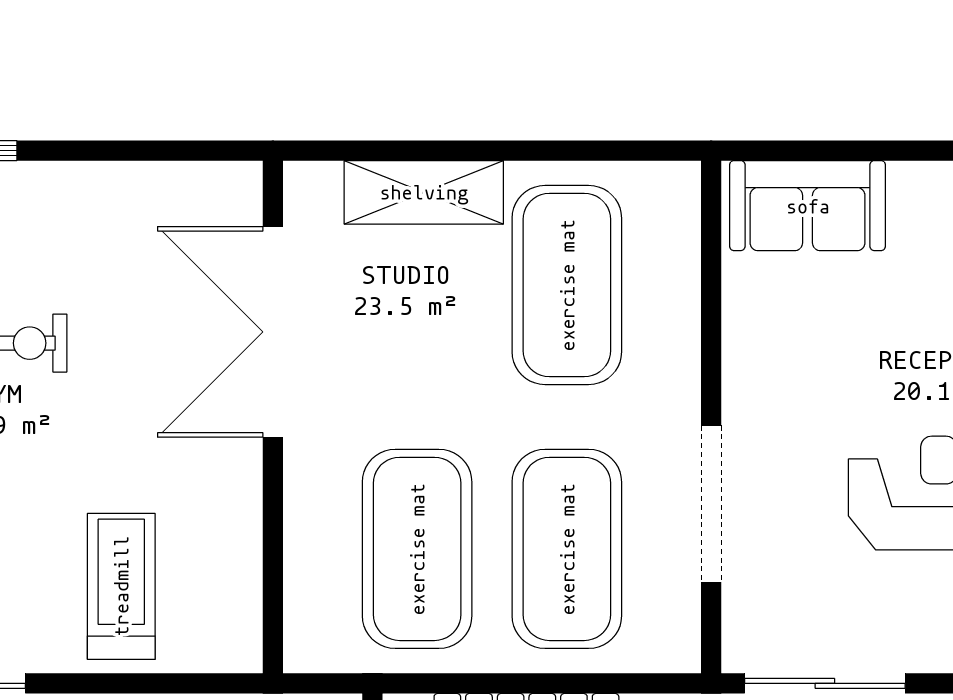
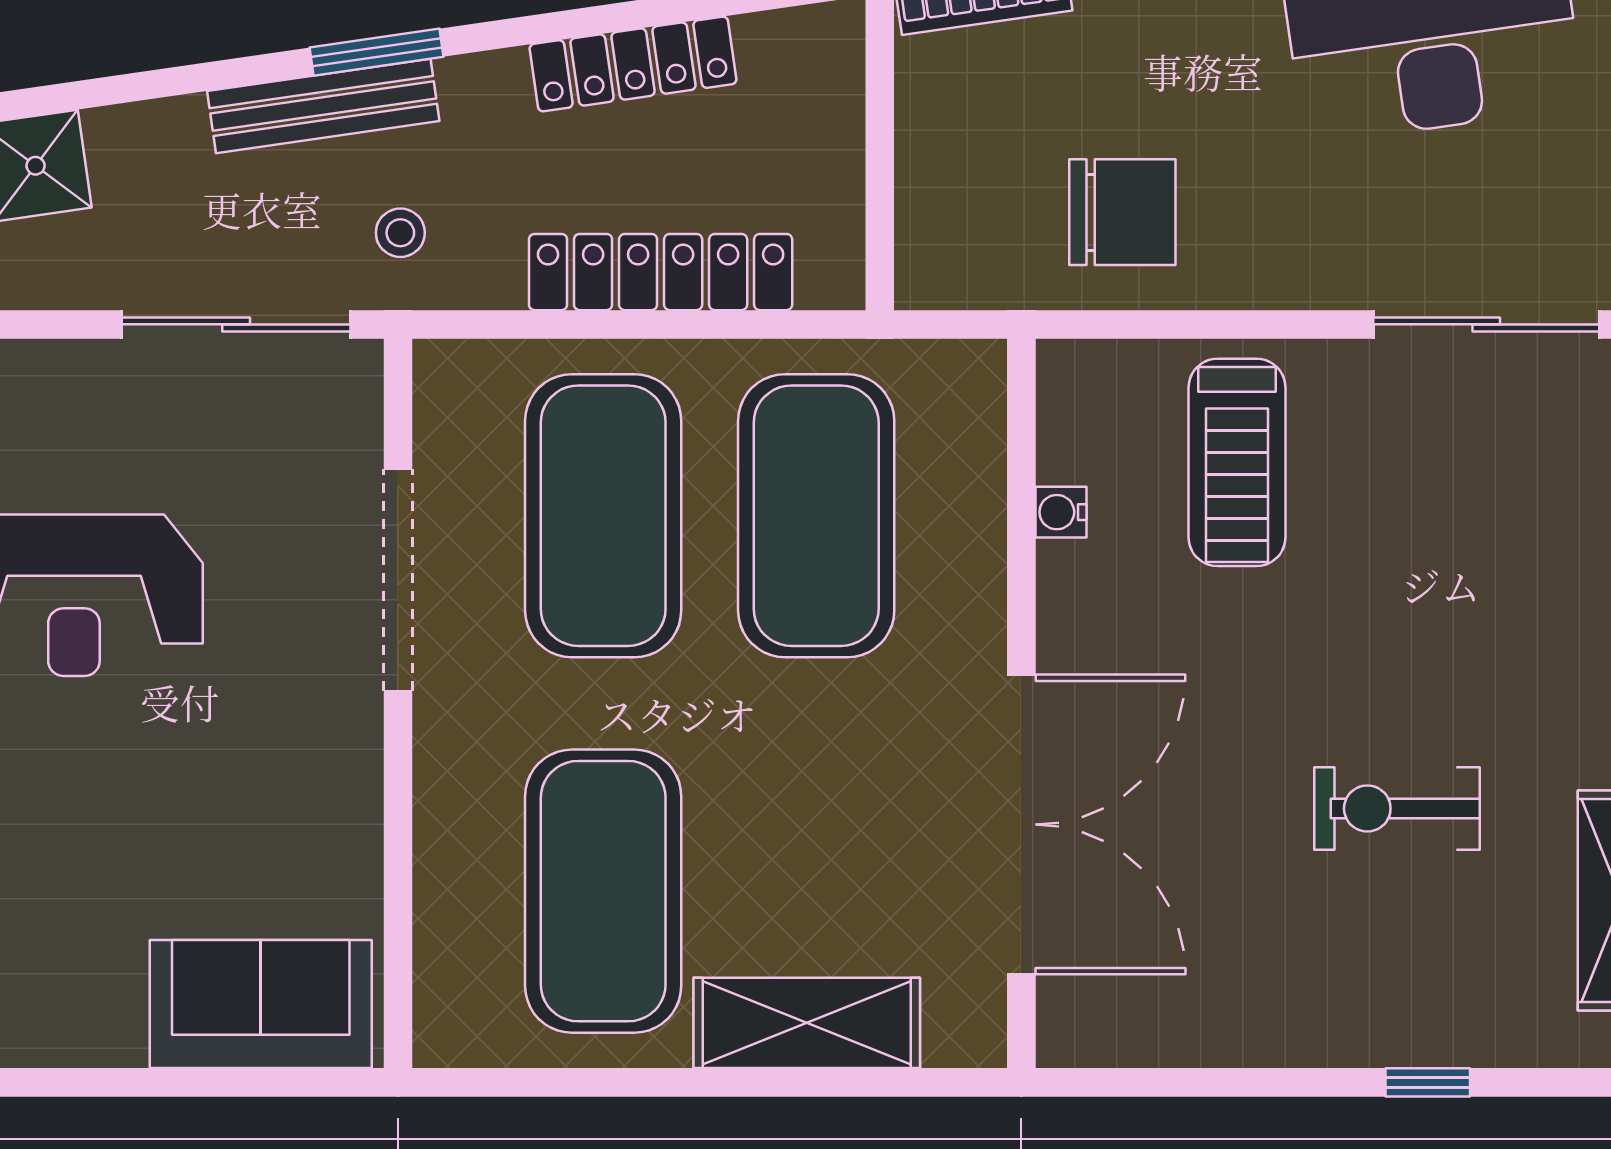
water cooler: (245, 551) -> (1061, 512), added

